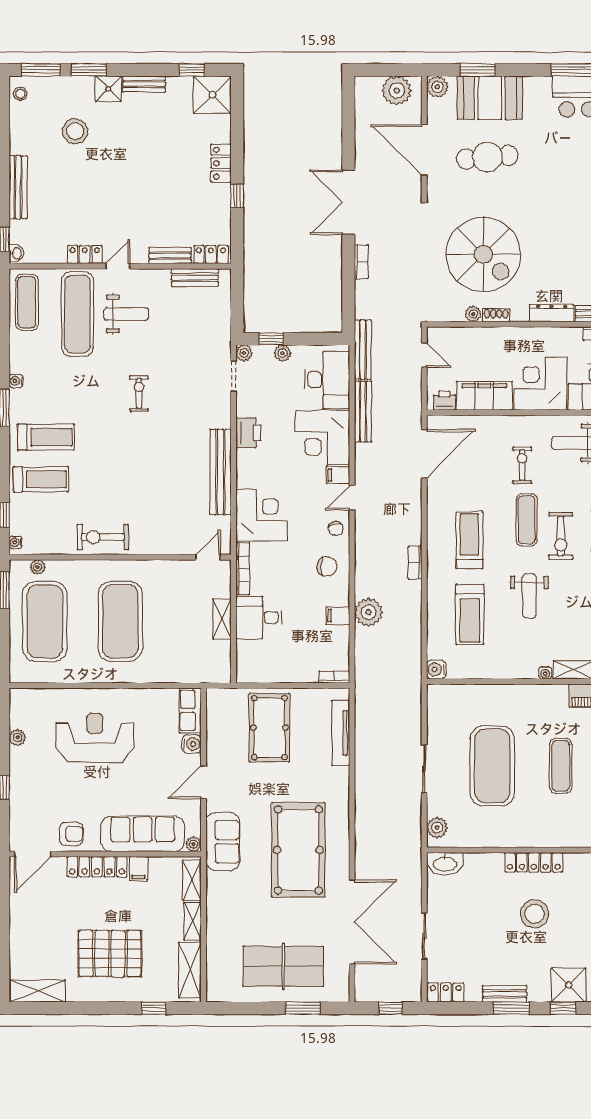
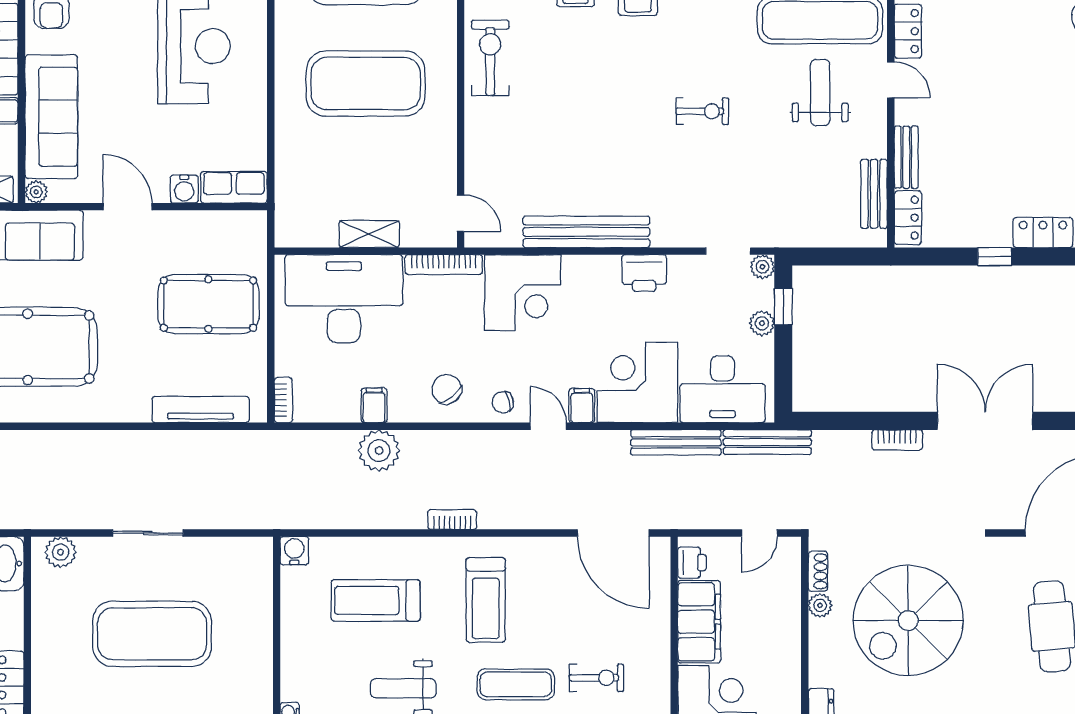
weight bench: (126, 314) -> (820, 93), turned 180
shoe rack: (496, 315) -> (818, 571), moved
treadmill: (469, 540) -> (486, 600), turned 90
chair: (327, 567) -> (447, 389), turned 142
desk: (259, 618) -> (344, 299), width x1.87, depth x1.30

